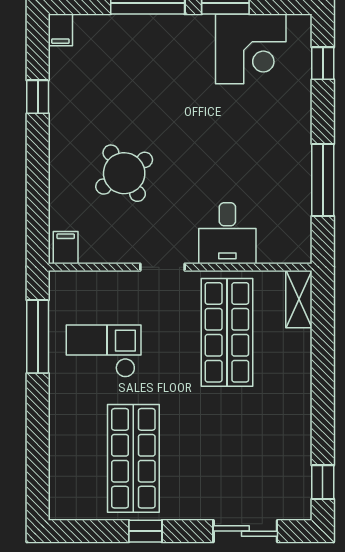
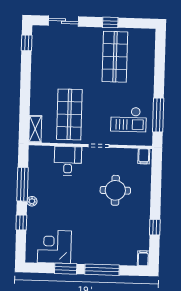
window: (323, 63) -> (21, 223), moved
plant: (301, 145) -> (32, 201), added
round table: (124, 173) -> (115, 190), turned 33
checkout: (104, 351) -> (129, 119), moved

